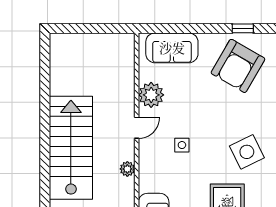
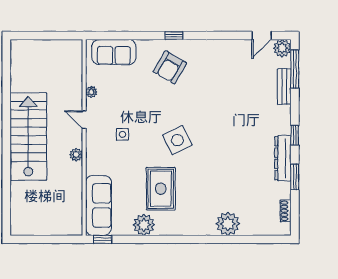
armchair: (238, 66) -> (170, 67), width x0.73, depth x0.73
plant: (151, 95) -> (91, 92), width x0.53, depth x0.53
door: (137, 128) -> (84, 120), swing flipped

